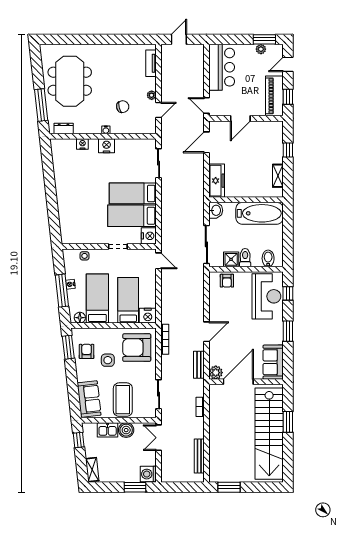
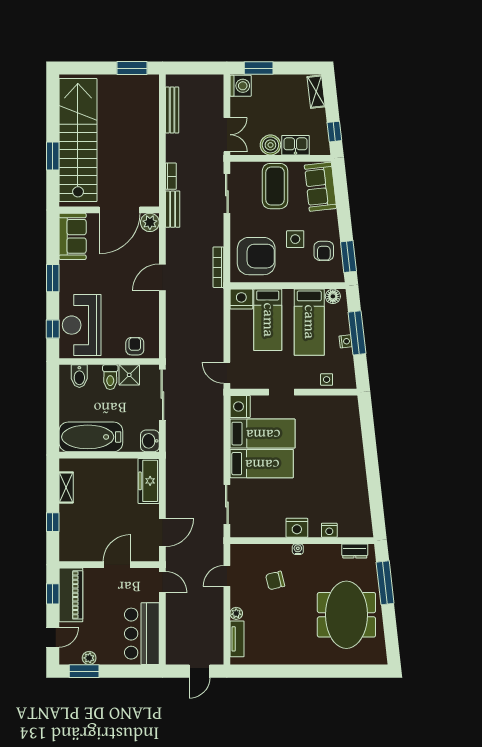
plant: (152, 95) -> (236, 613), moved
bench: (199, 365) -> (173, 209), moved

